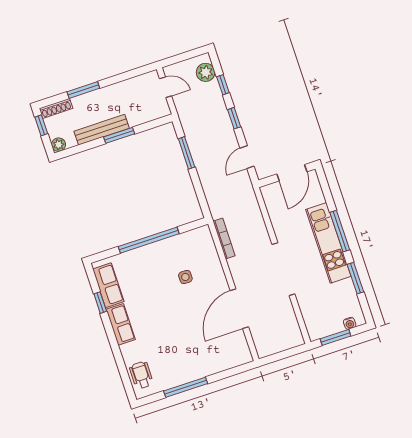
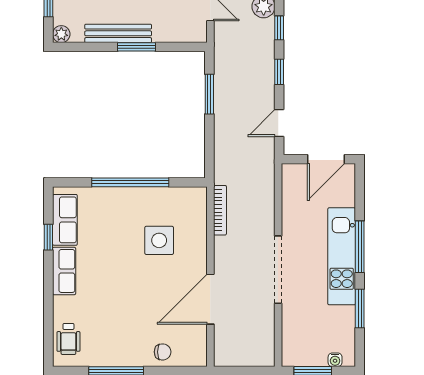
side table: (185, 277) -> (159, 240), width x1.87, depth x1.87
chair: (216, 361) -> (163, 352), added
wheelchair: (141, 375) -> (68, 339), turned 180

